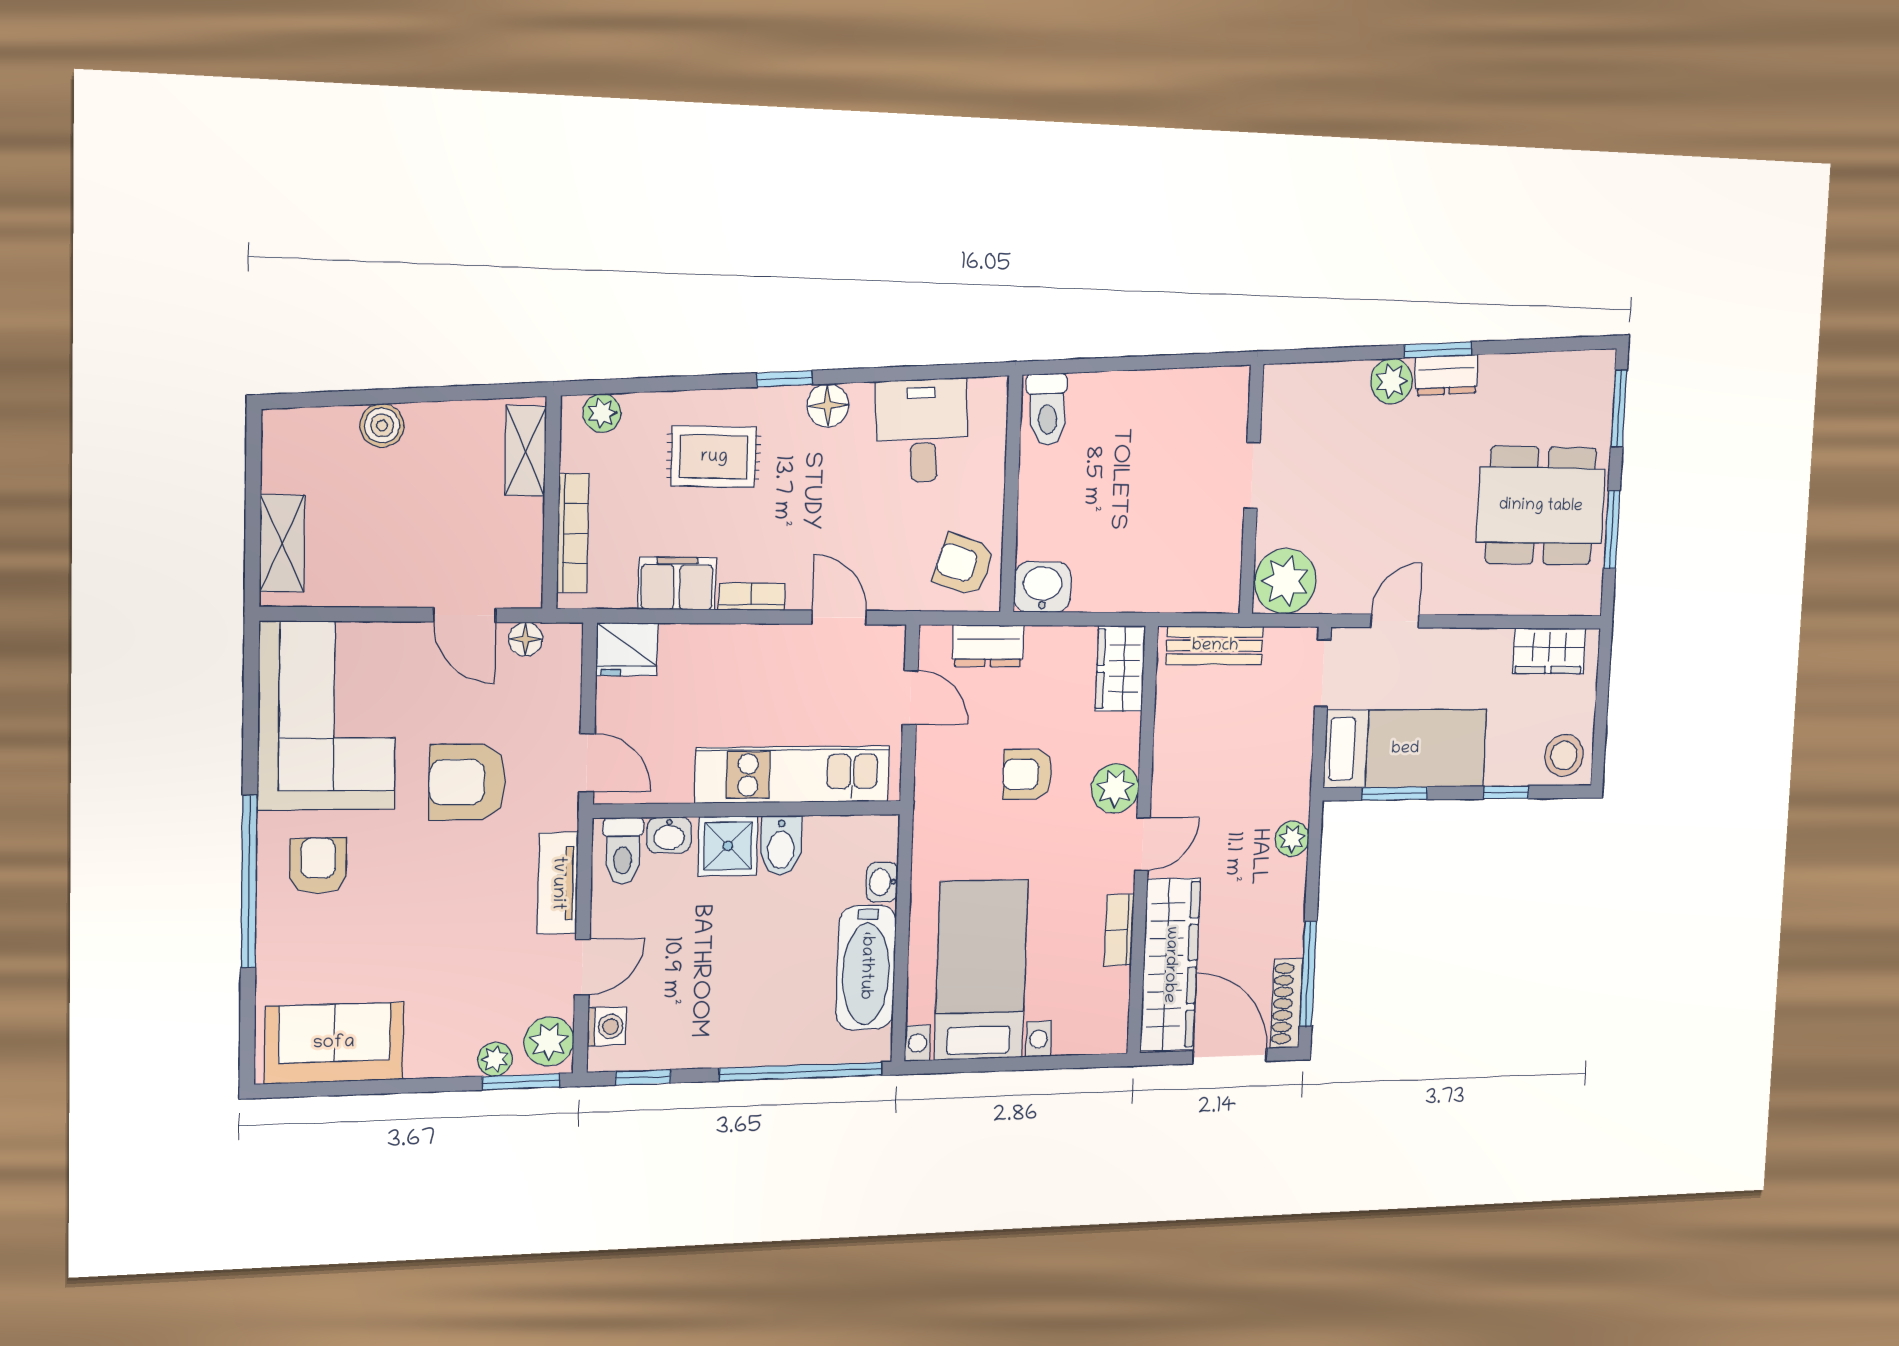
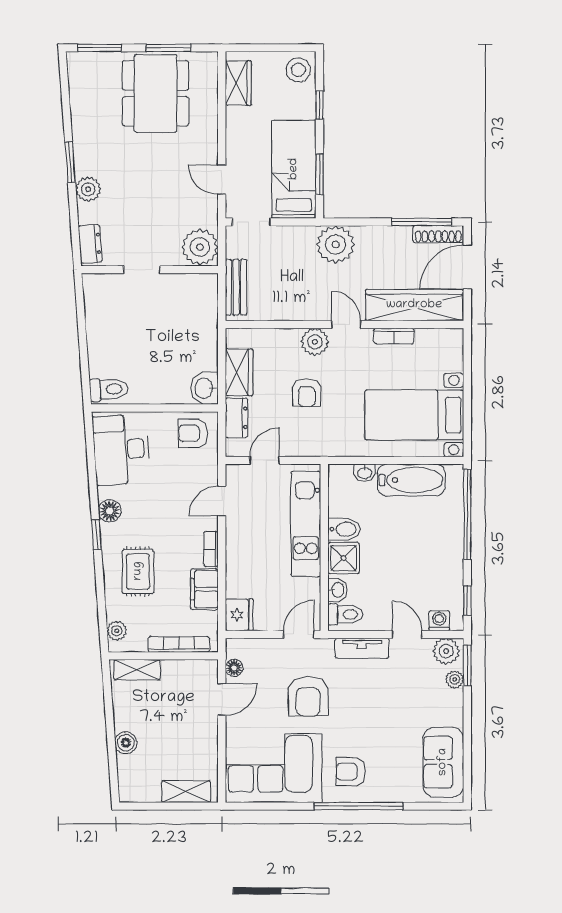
dresser: (1446, 375) -> (90, 244), moved
desk: (922, 431) -> (121, 449), width x1.37
armchair: (963, 565) -> (193, 433), turned 72
wardrobe: (1120, 669) -> (239, 372), moved, turned -90
plant: (1292, 839) -> (336, 244), width x1.87, depth x1.87

